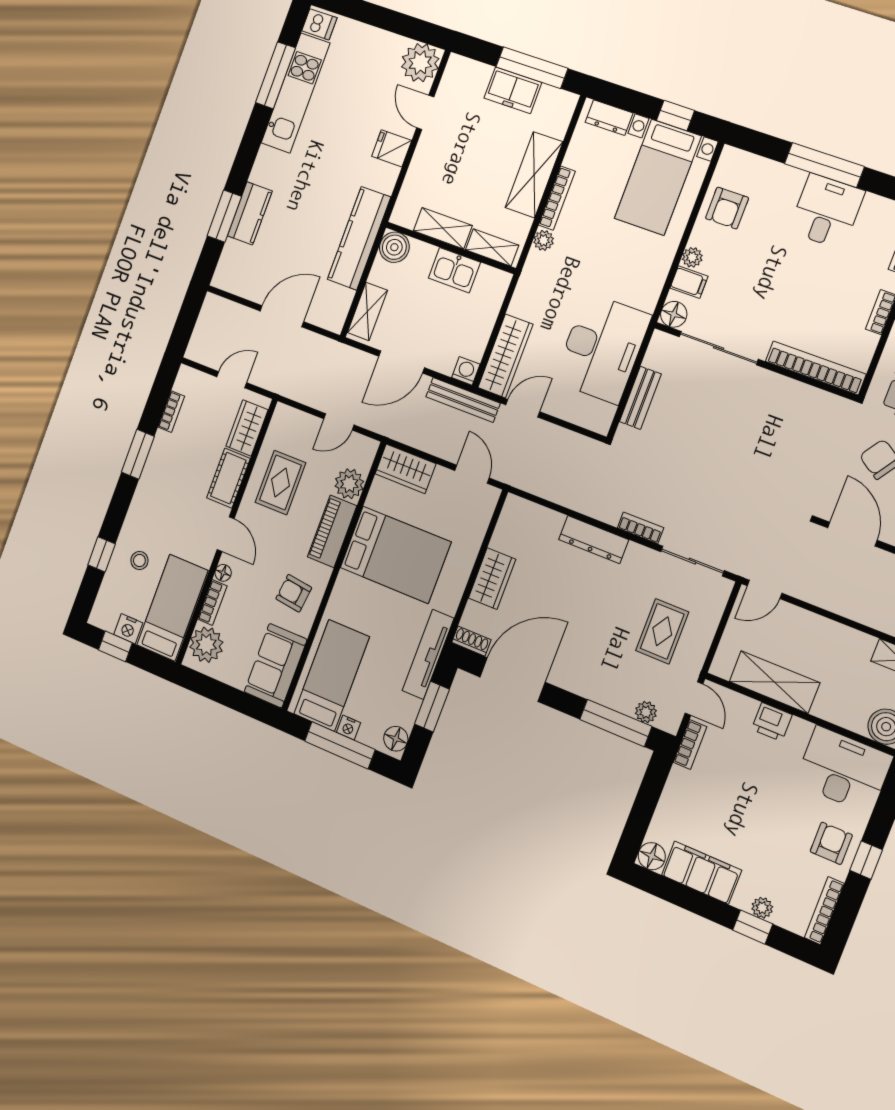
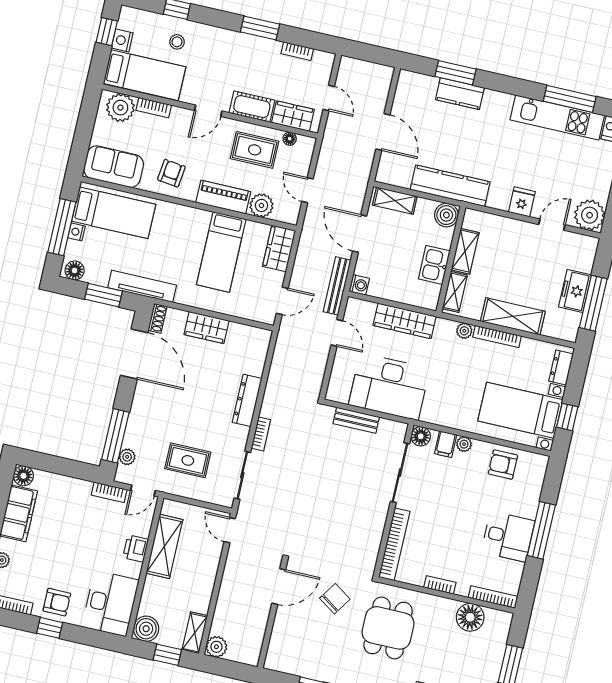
wardrobe: (505, 356) -> (405, 321), moved
bed: (395, 555) -> (221, 252), width x0.67
floor lamp: (223, 573) -> (290, 139), moved

